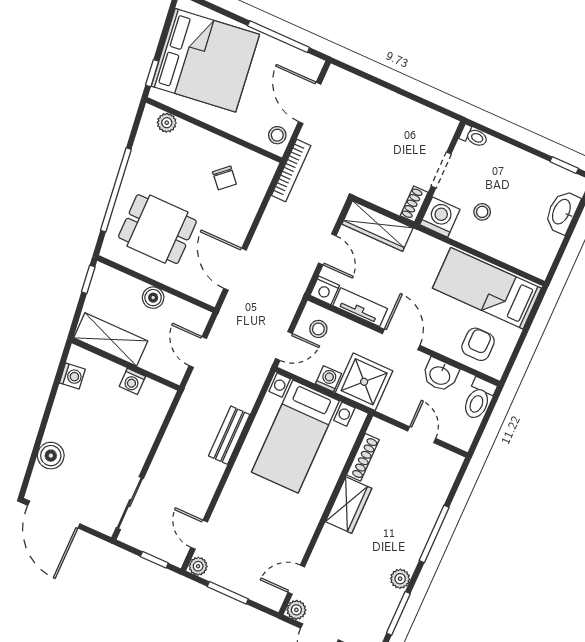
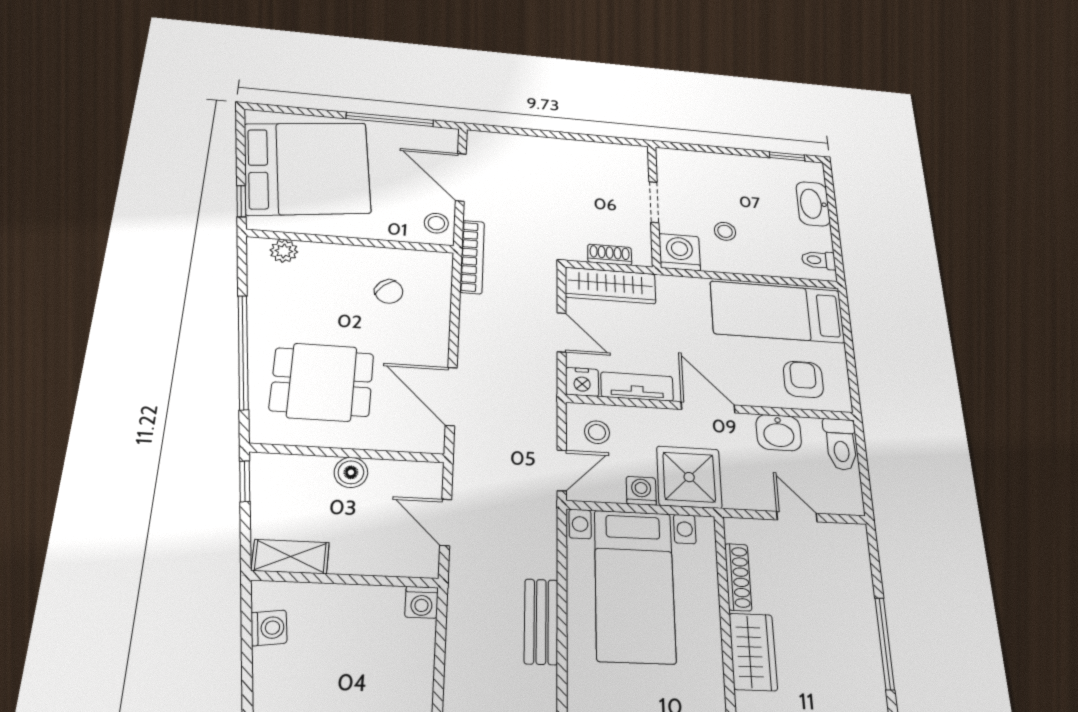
toilet: (474, 136) -> (819, 260), moved, turned 180
shoe rack: (414, 204) -> (610, 255), moved, turned 90
shelving: (111, 339) -> (290, 557), width x0.67, depth x0.75
washing machine: (132, 381) -> (422, 602), moved

